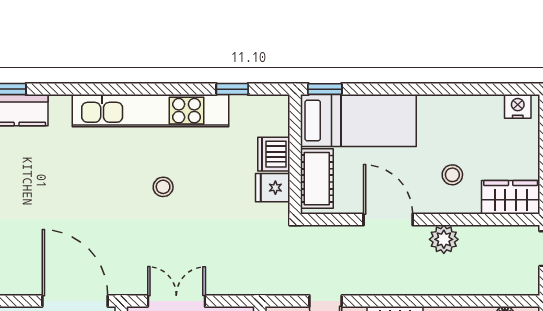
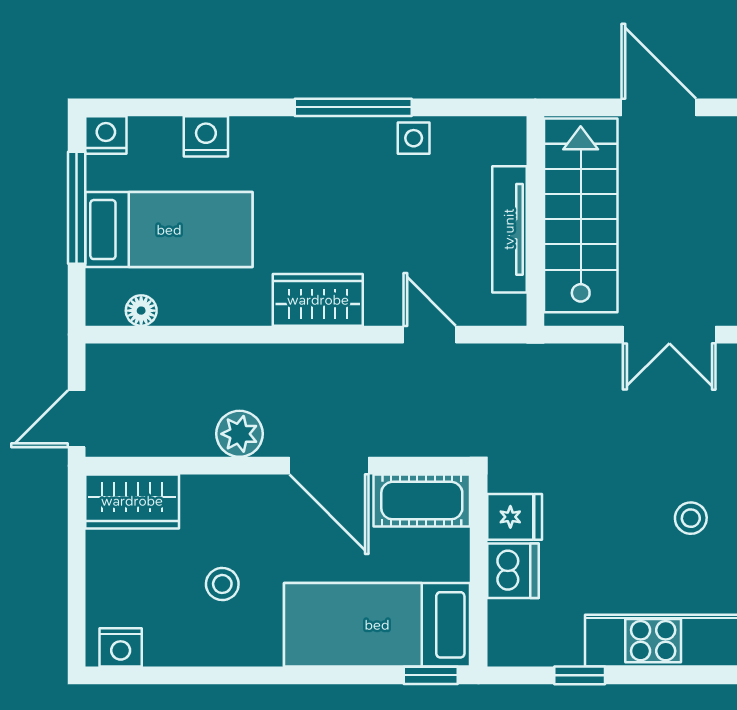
stool: (452, 175) -> (222, 584), moved
cot: (317, 179) -> (422, 501), moved, turned 90

